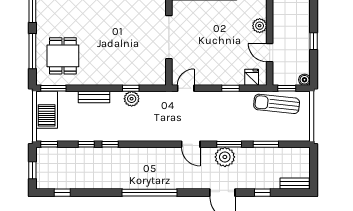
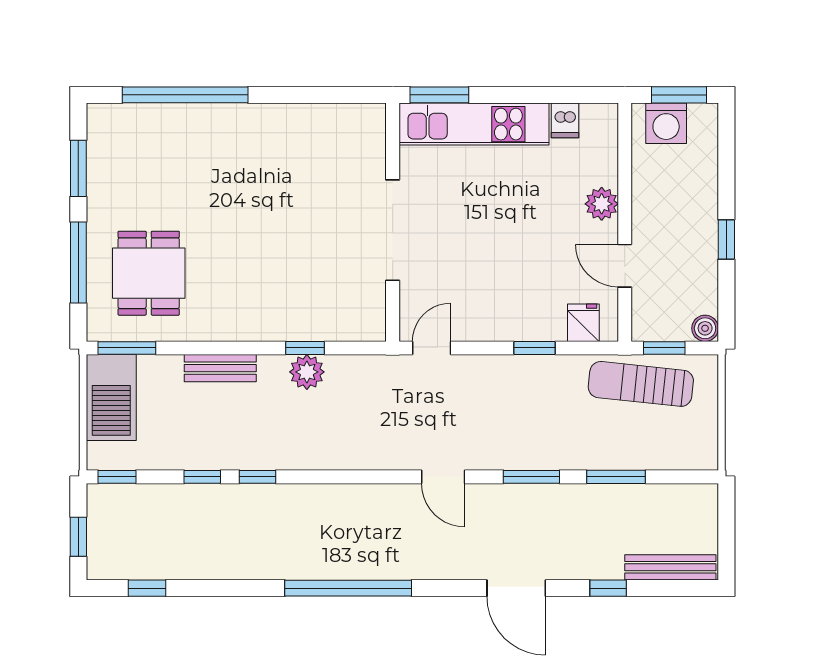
plant: (225, 157) -> (522, 506), removed
bench: (295, 184) -> (670, 567), width x1.36

